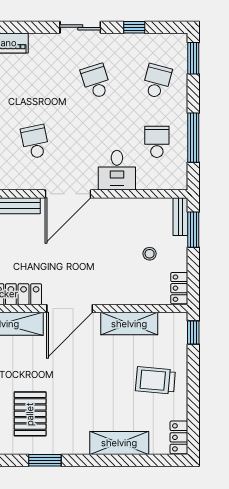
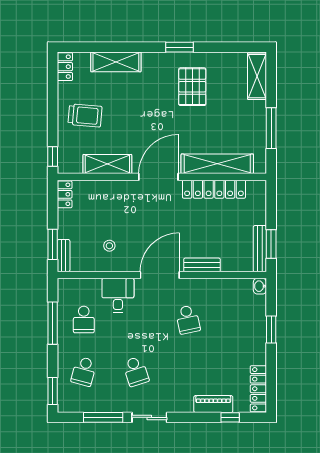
window: (134, 27) -> (103, 417), width x2.17
stool: (150, 254) -> (109, 246), moved

